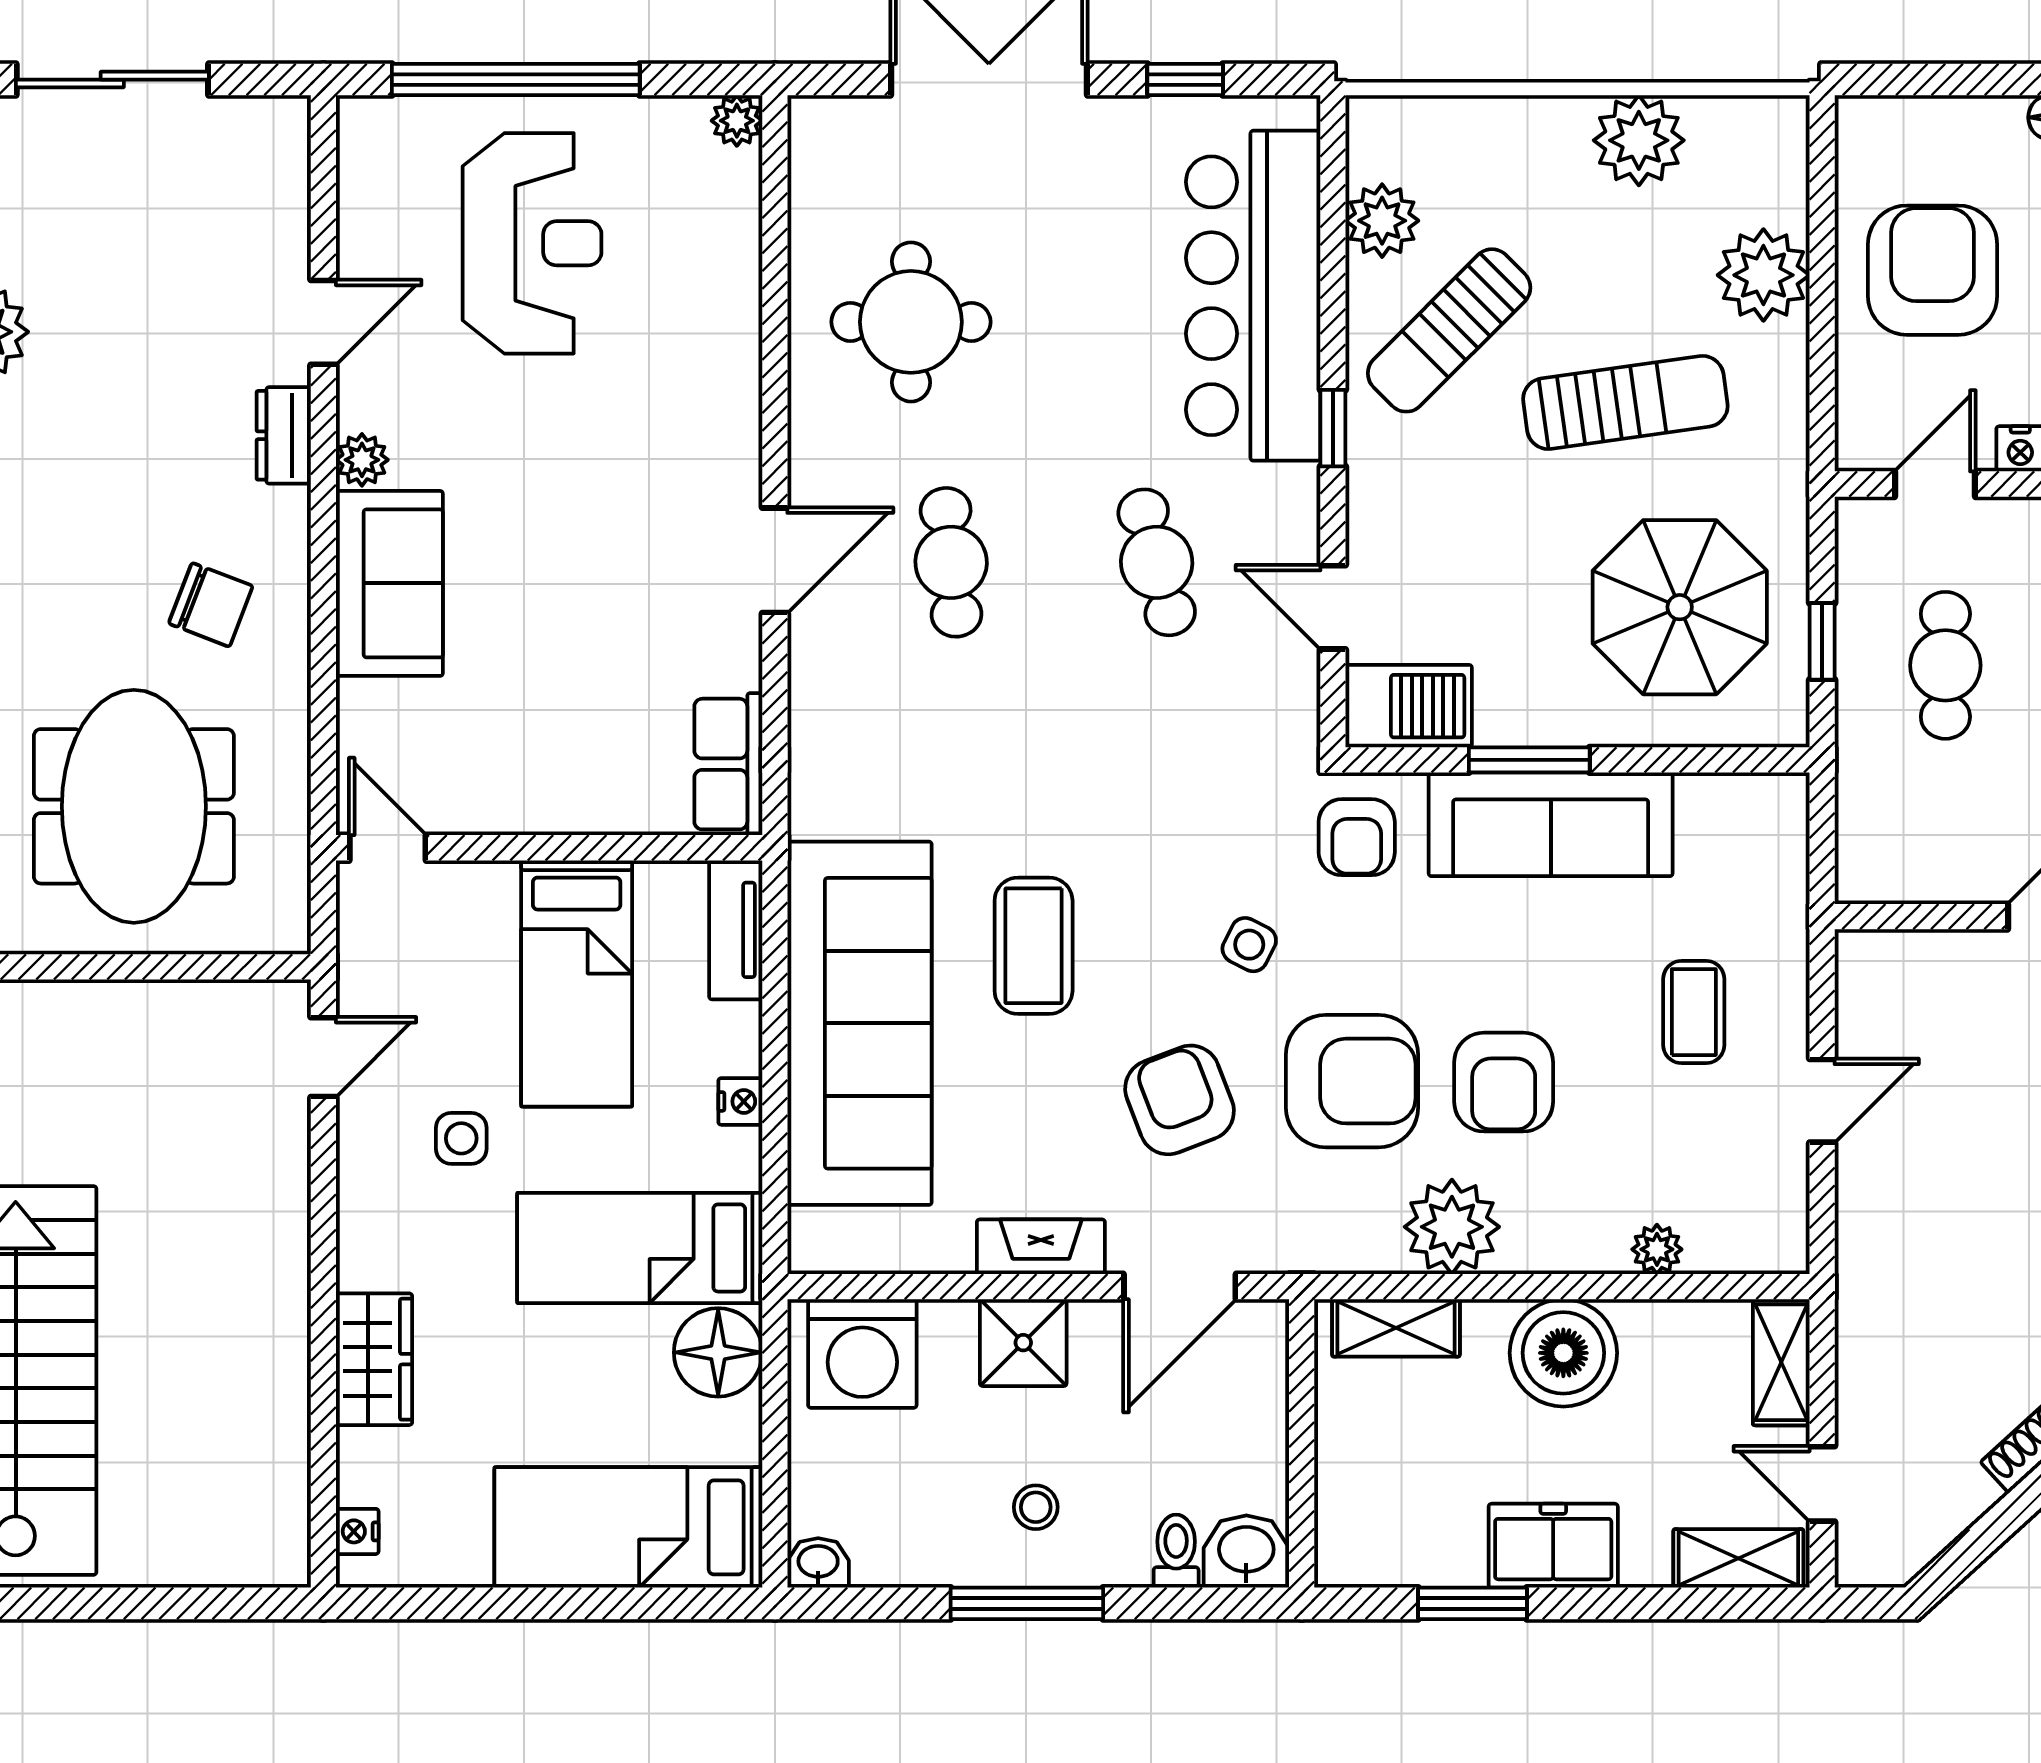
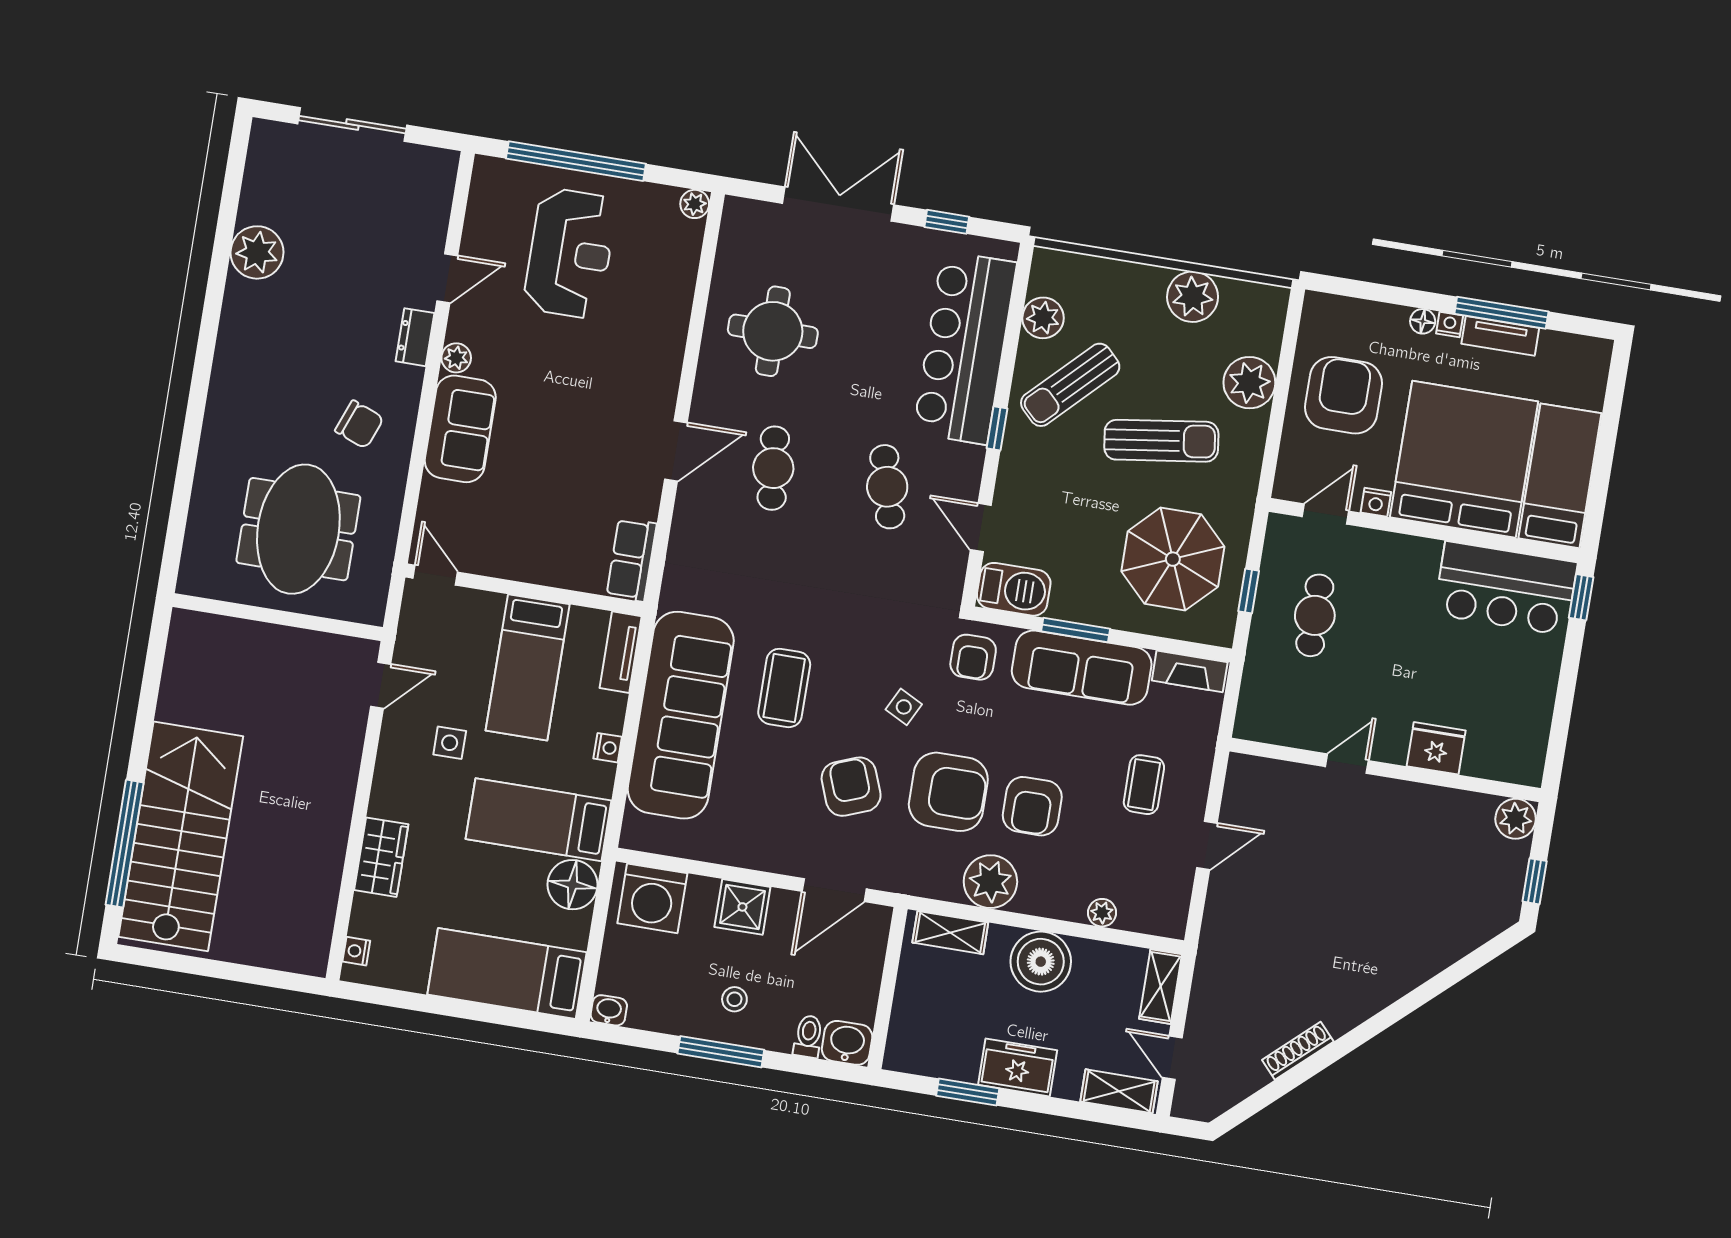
fireplace: (1041, 1247) -> (1190, 671), moved, turned 180

